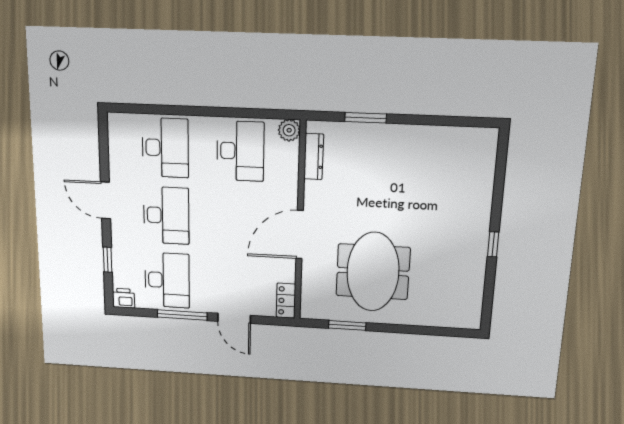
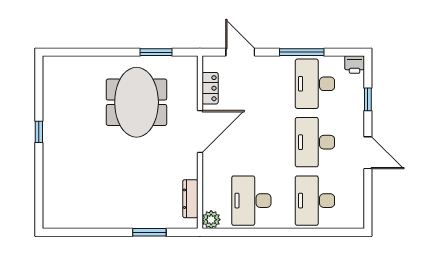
locker: (286, 301) -> (210, 88), moved
door: (234, 318) -> (240, 52), moved

